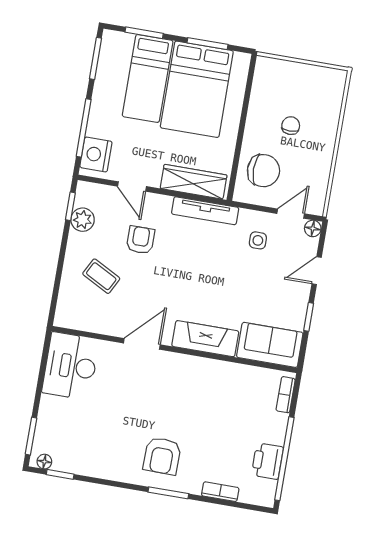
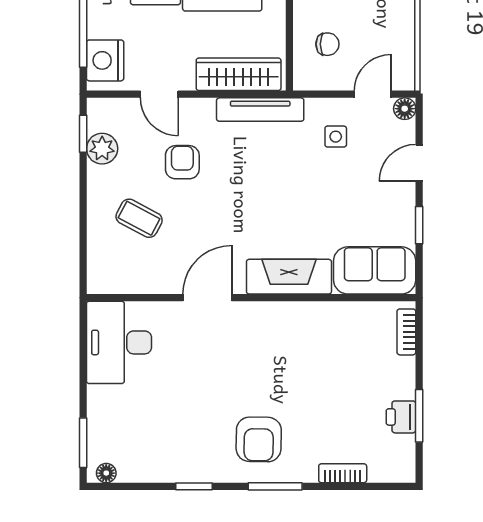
chair: (263, 171) -> (327, 44), width x0.54, depth x0.54
window: (284, 459) -> (419, 416), width x0.47
printer: (267, 461) -> (401, 417), width x0.73, depth x0.81
window: (60, 474) -> (194, 486), moved

